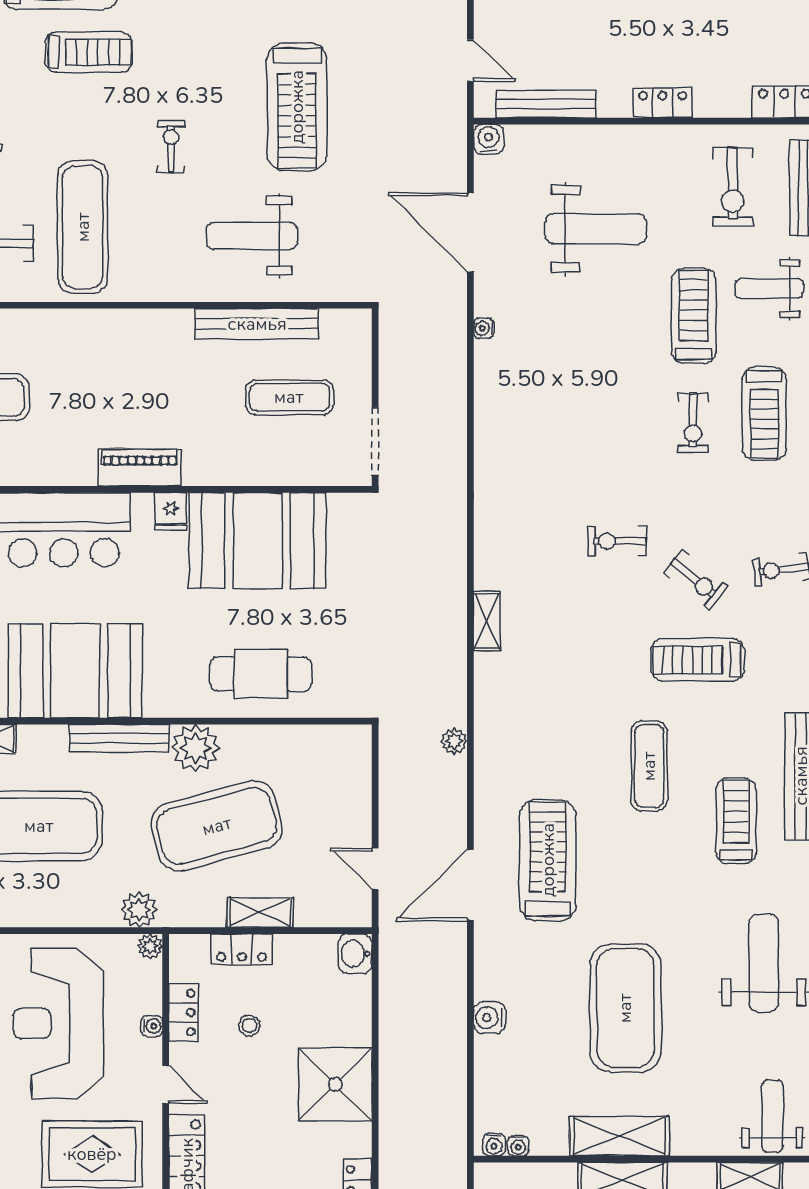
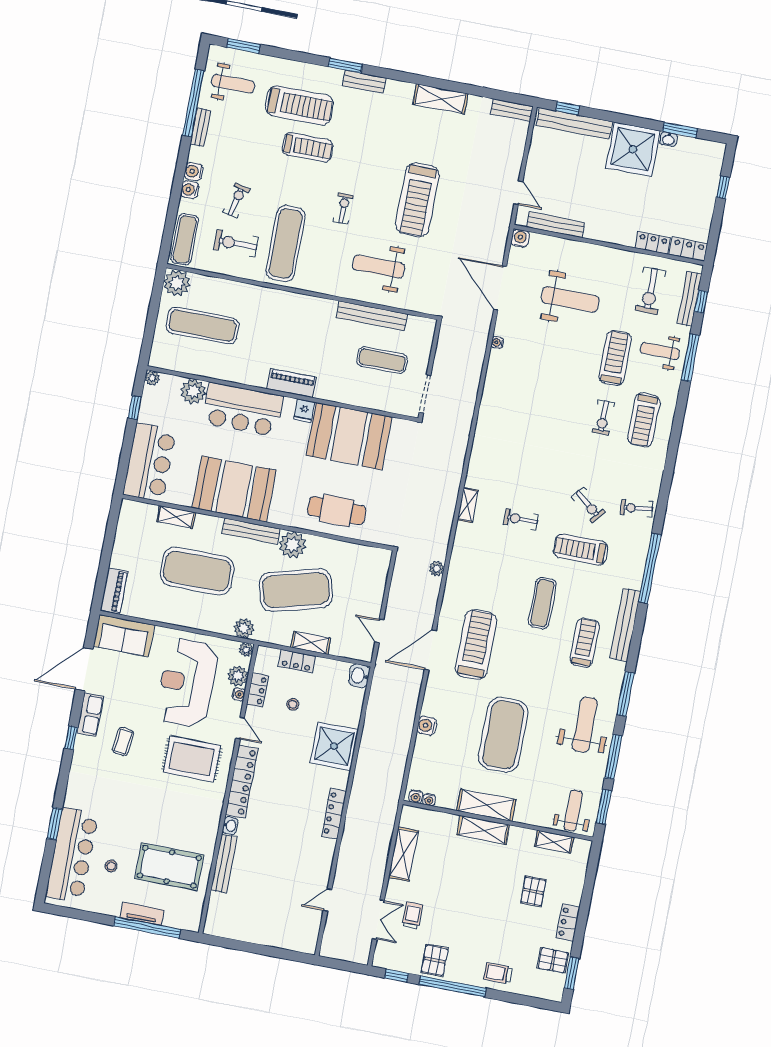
locker: (663, 103) -> (653, 243), moved
exercise bike: (617, 541) -> (521, 519), moved
plant: (144, 995) -> (238, 676), added

